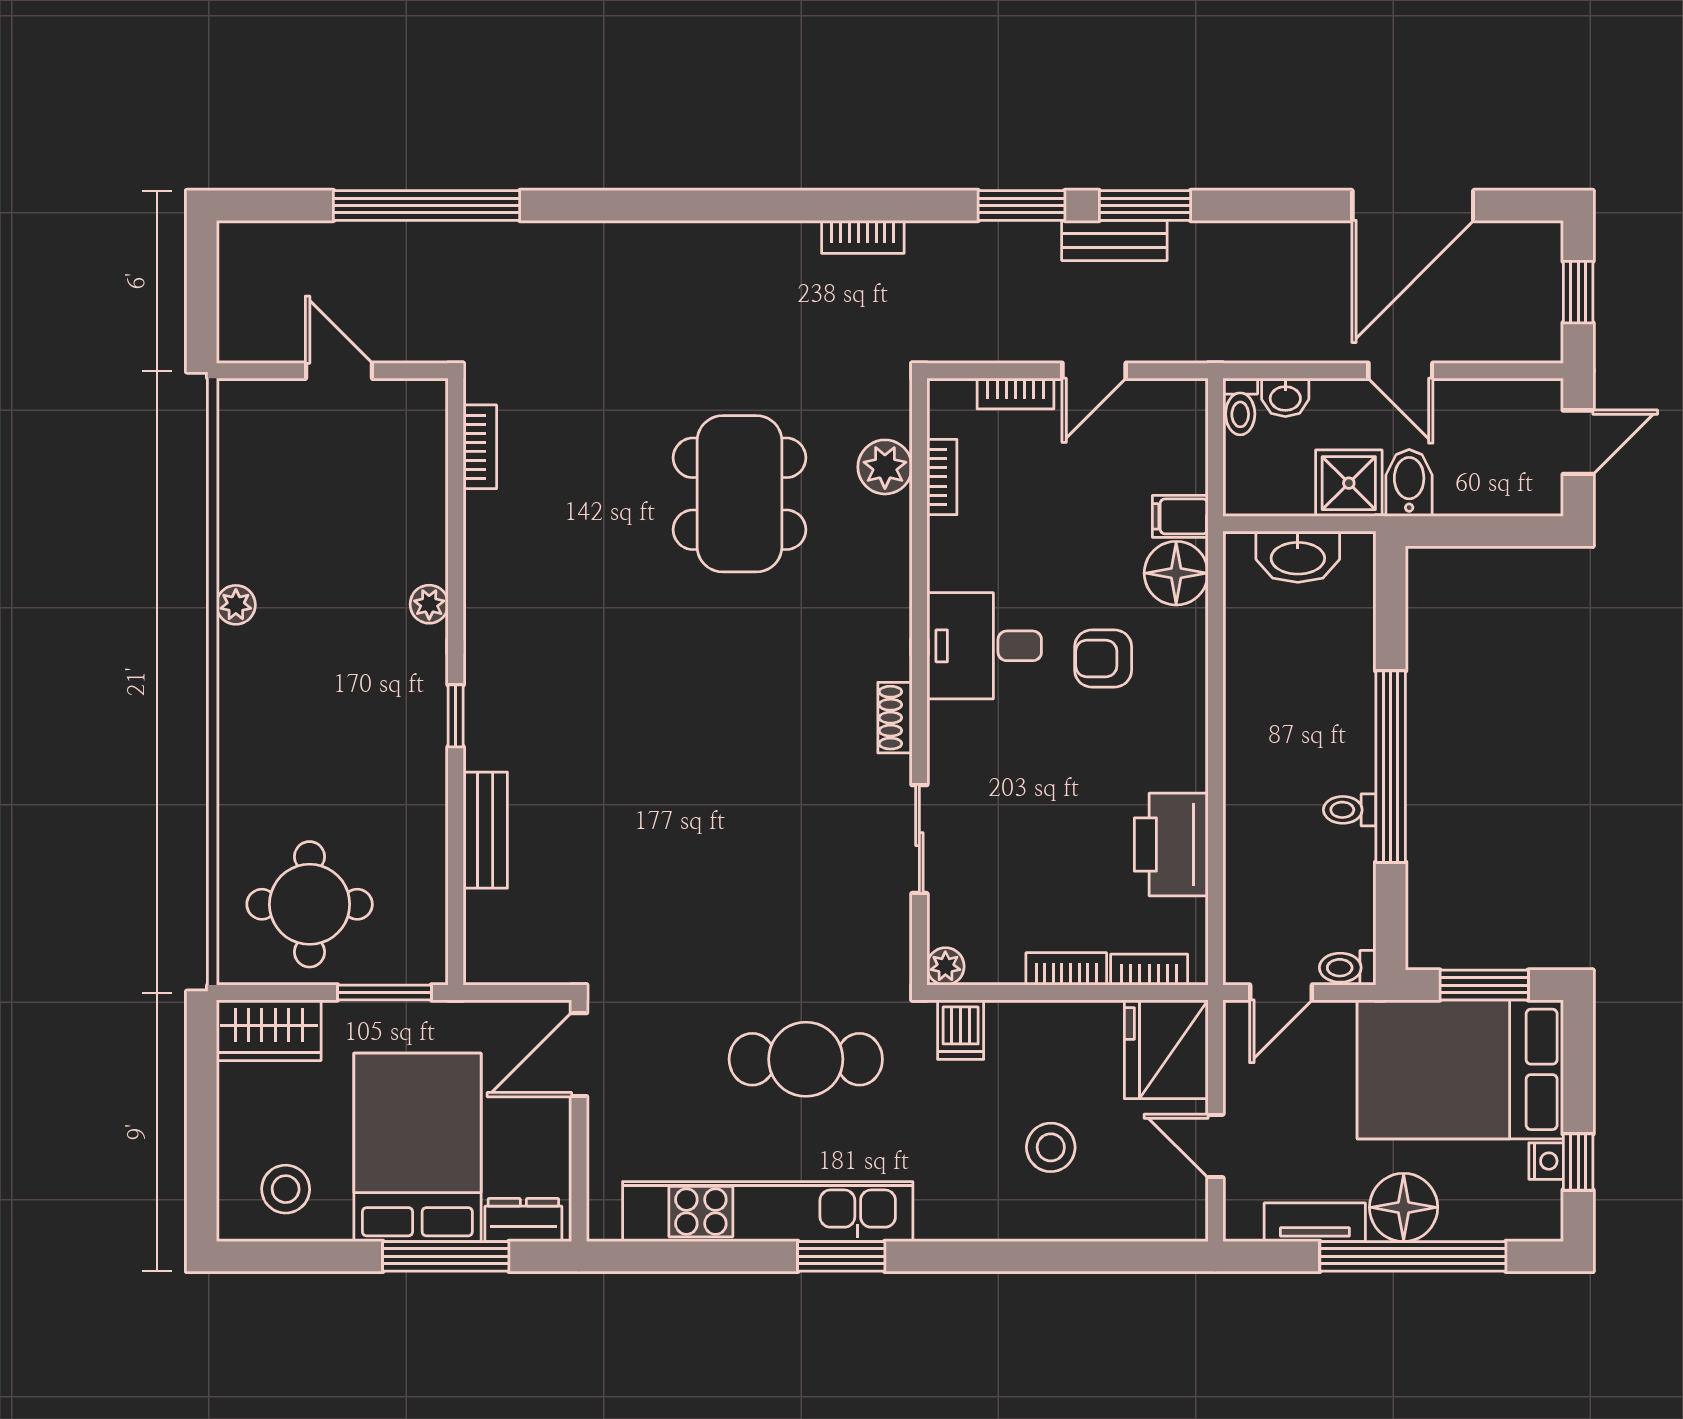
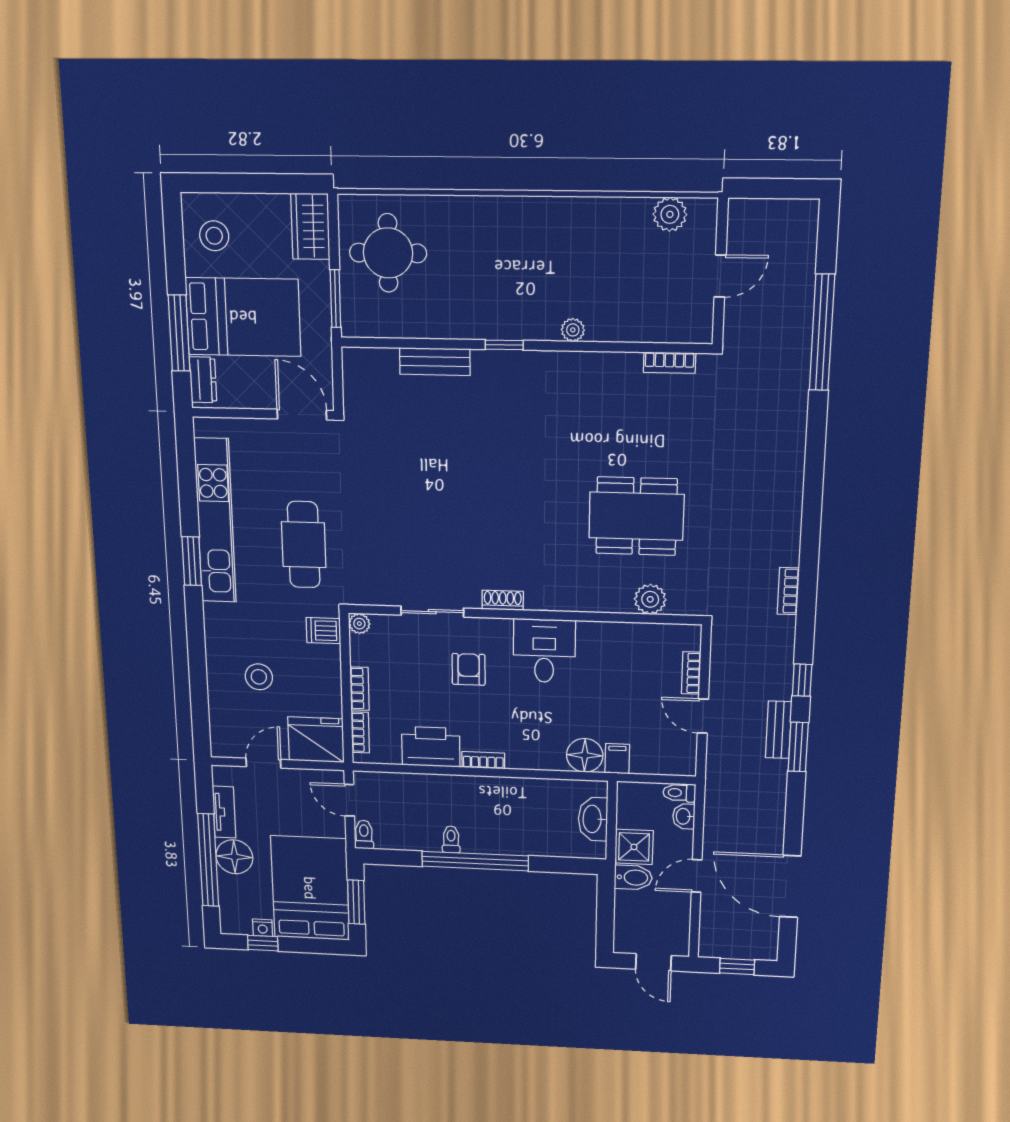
window: (1022, 205) -> (802, 680), width x0.67
bookcase: (942, 477) -> (483, 760), moved, turned 180
plant: (236, 605) -> (670, 214), moved, width x1.38, depth x1.38
armchair: (1103, 659) -> (469, 669), moved

